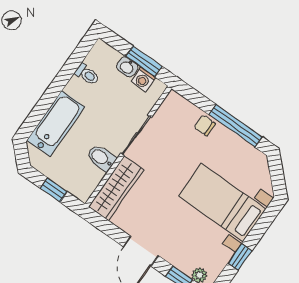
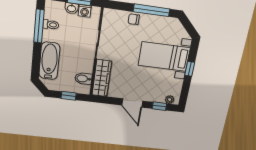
window: (70, 68) -> (39, 26), added
bidet: (101, 158) -> (83, 79), moved
window: (240, 257) -> (190, 69), moved

